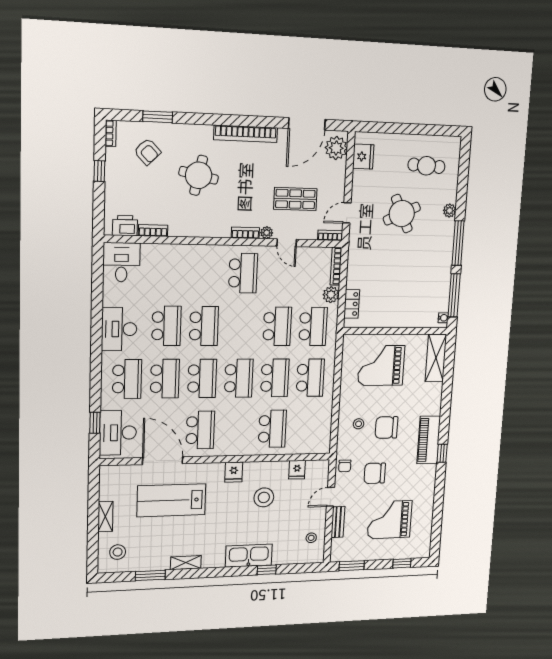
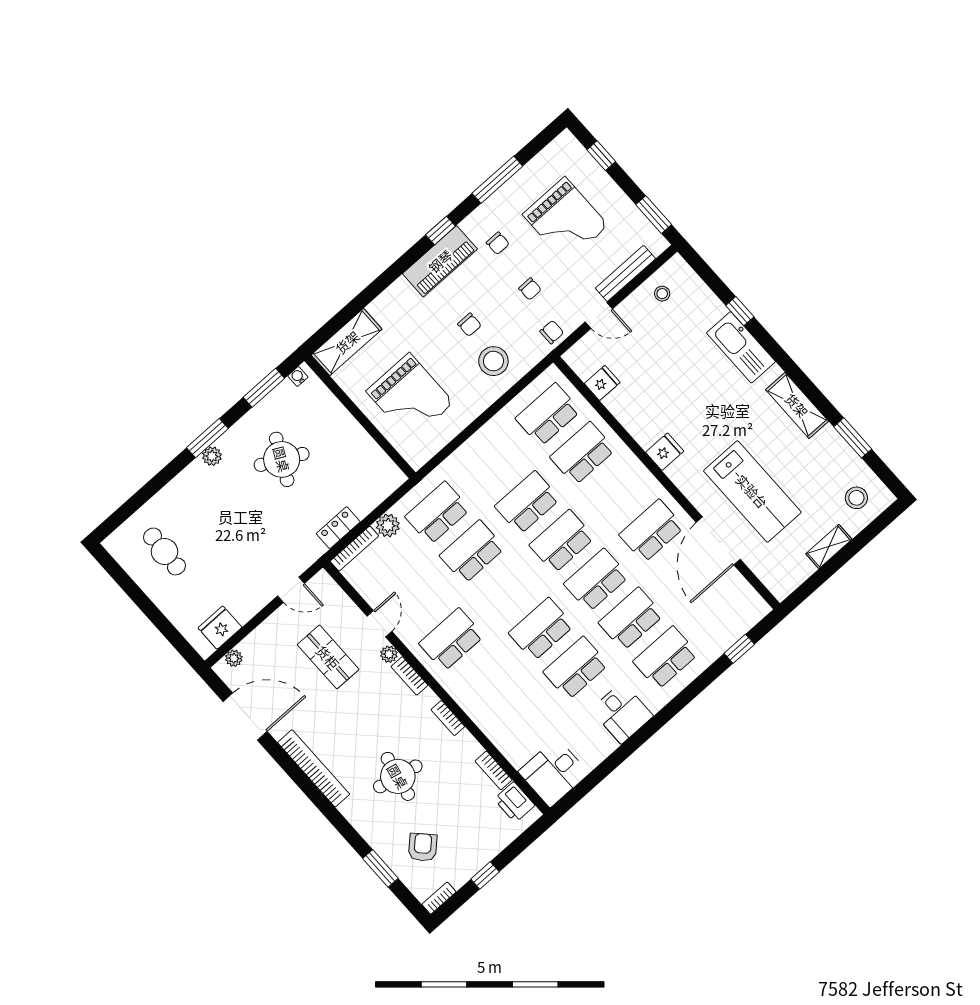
plant: (336, 148) -> (234, 658), width x0.53, depth x0.53
plant: (450, 211) -> (212, 456), moved
round table: (402, 214) -> (282, 459), moved, turned -38
bookcase: (330, 235) -> (448, 718), moved
window: (458, 243) -> (207, 438), width x0.69
window: (454, 295) -> (264, 388), width x0.69
locker: (352, 304) -> (338, 528), moved
desk: (119, 329) -> (622, 713), width x0.73
school desk: (310, 378) -> (548, 415), moved
stool: (359, 424) -> (493, 361), width x1.89, depth x1.89
chair: (386, 427) -> (469, 325), width x0.54, depth x0.54
desk: (118, 433) -> (729, 615), removed
chair: (375, 473) -> (530, 289), width x0.54, depth x0.54
chair: (410, 476) -> (498, 243), added
stool: (264, 497) -> (664, 392), removed
window: (438, 503) -> (497, 180), added
bench: (338, 522) -> (625, 273), width x1.36
shelving: (186, 563) -> (797, 405), width x1.50, depth x1.33

